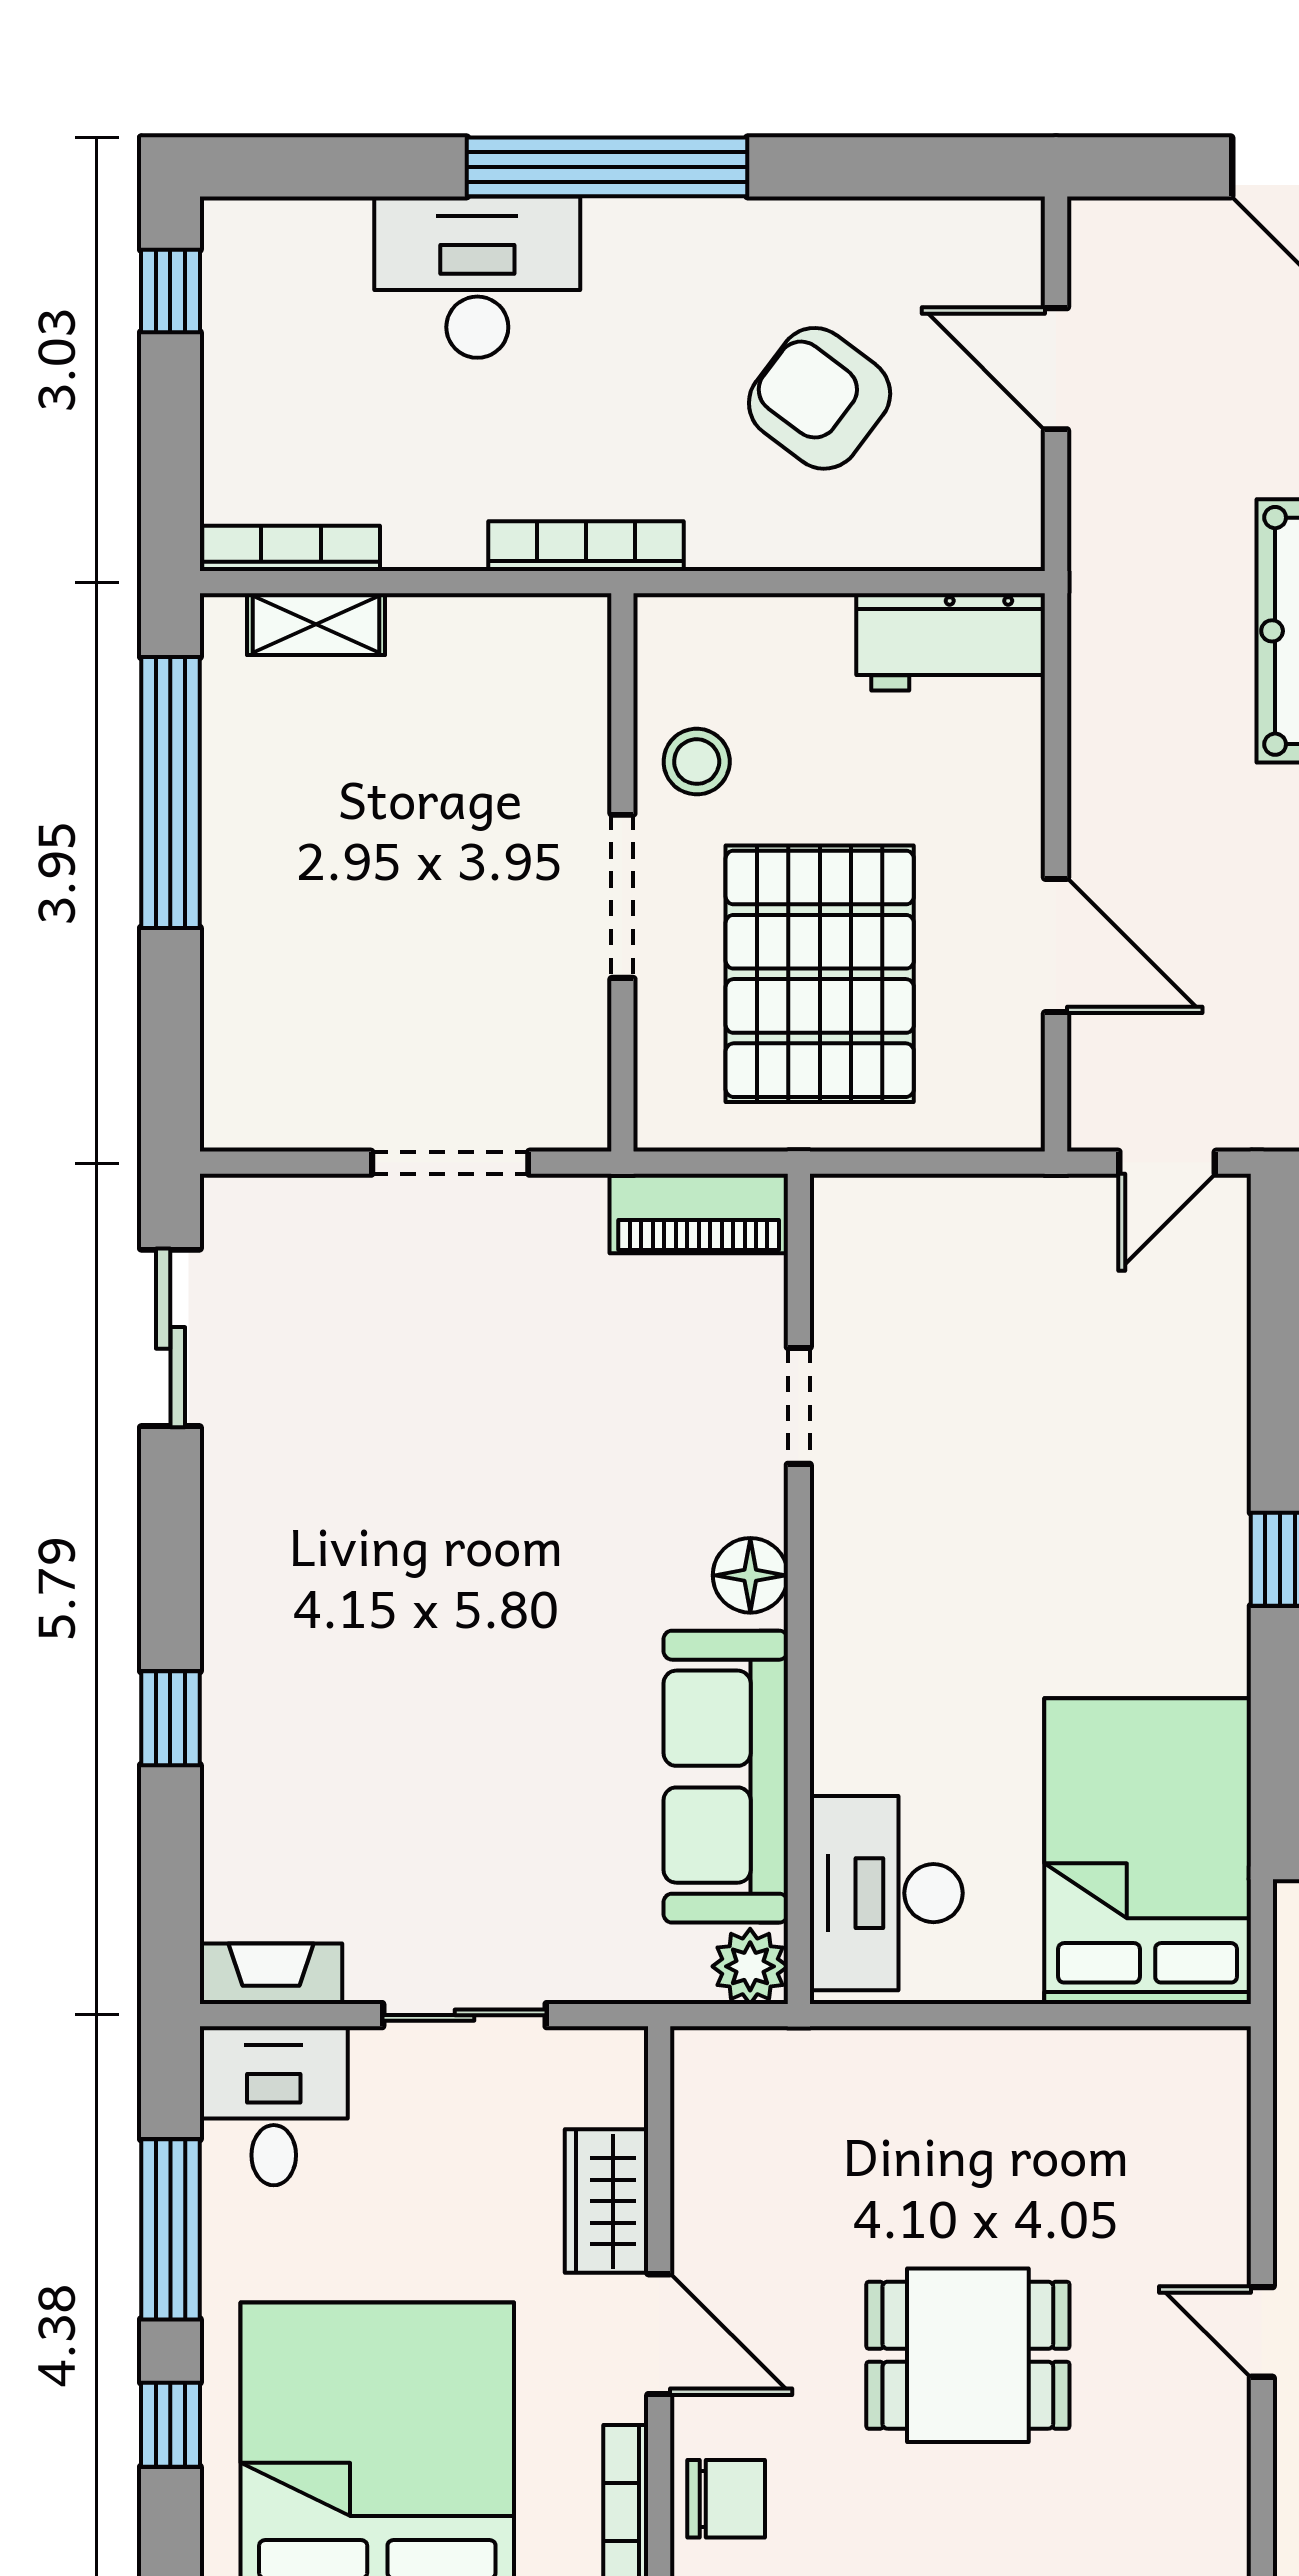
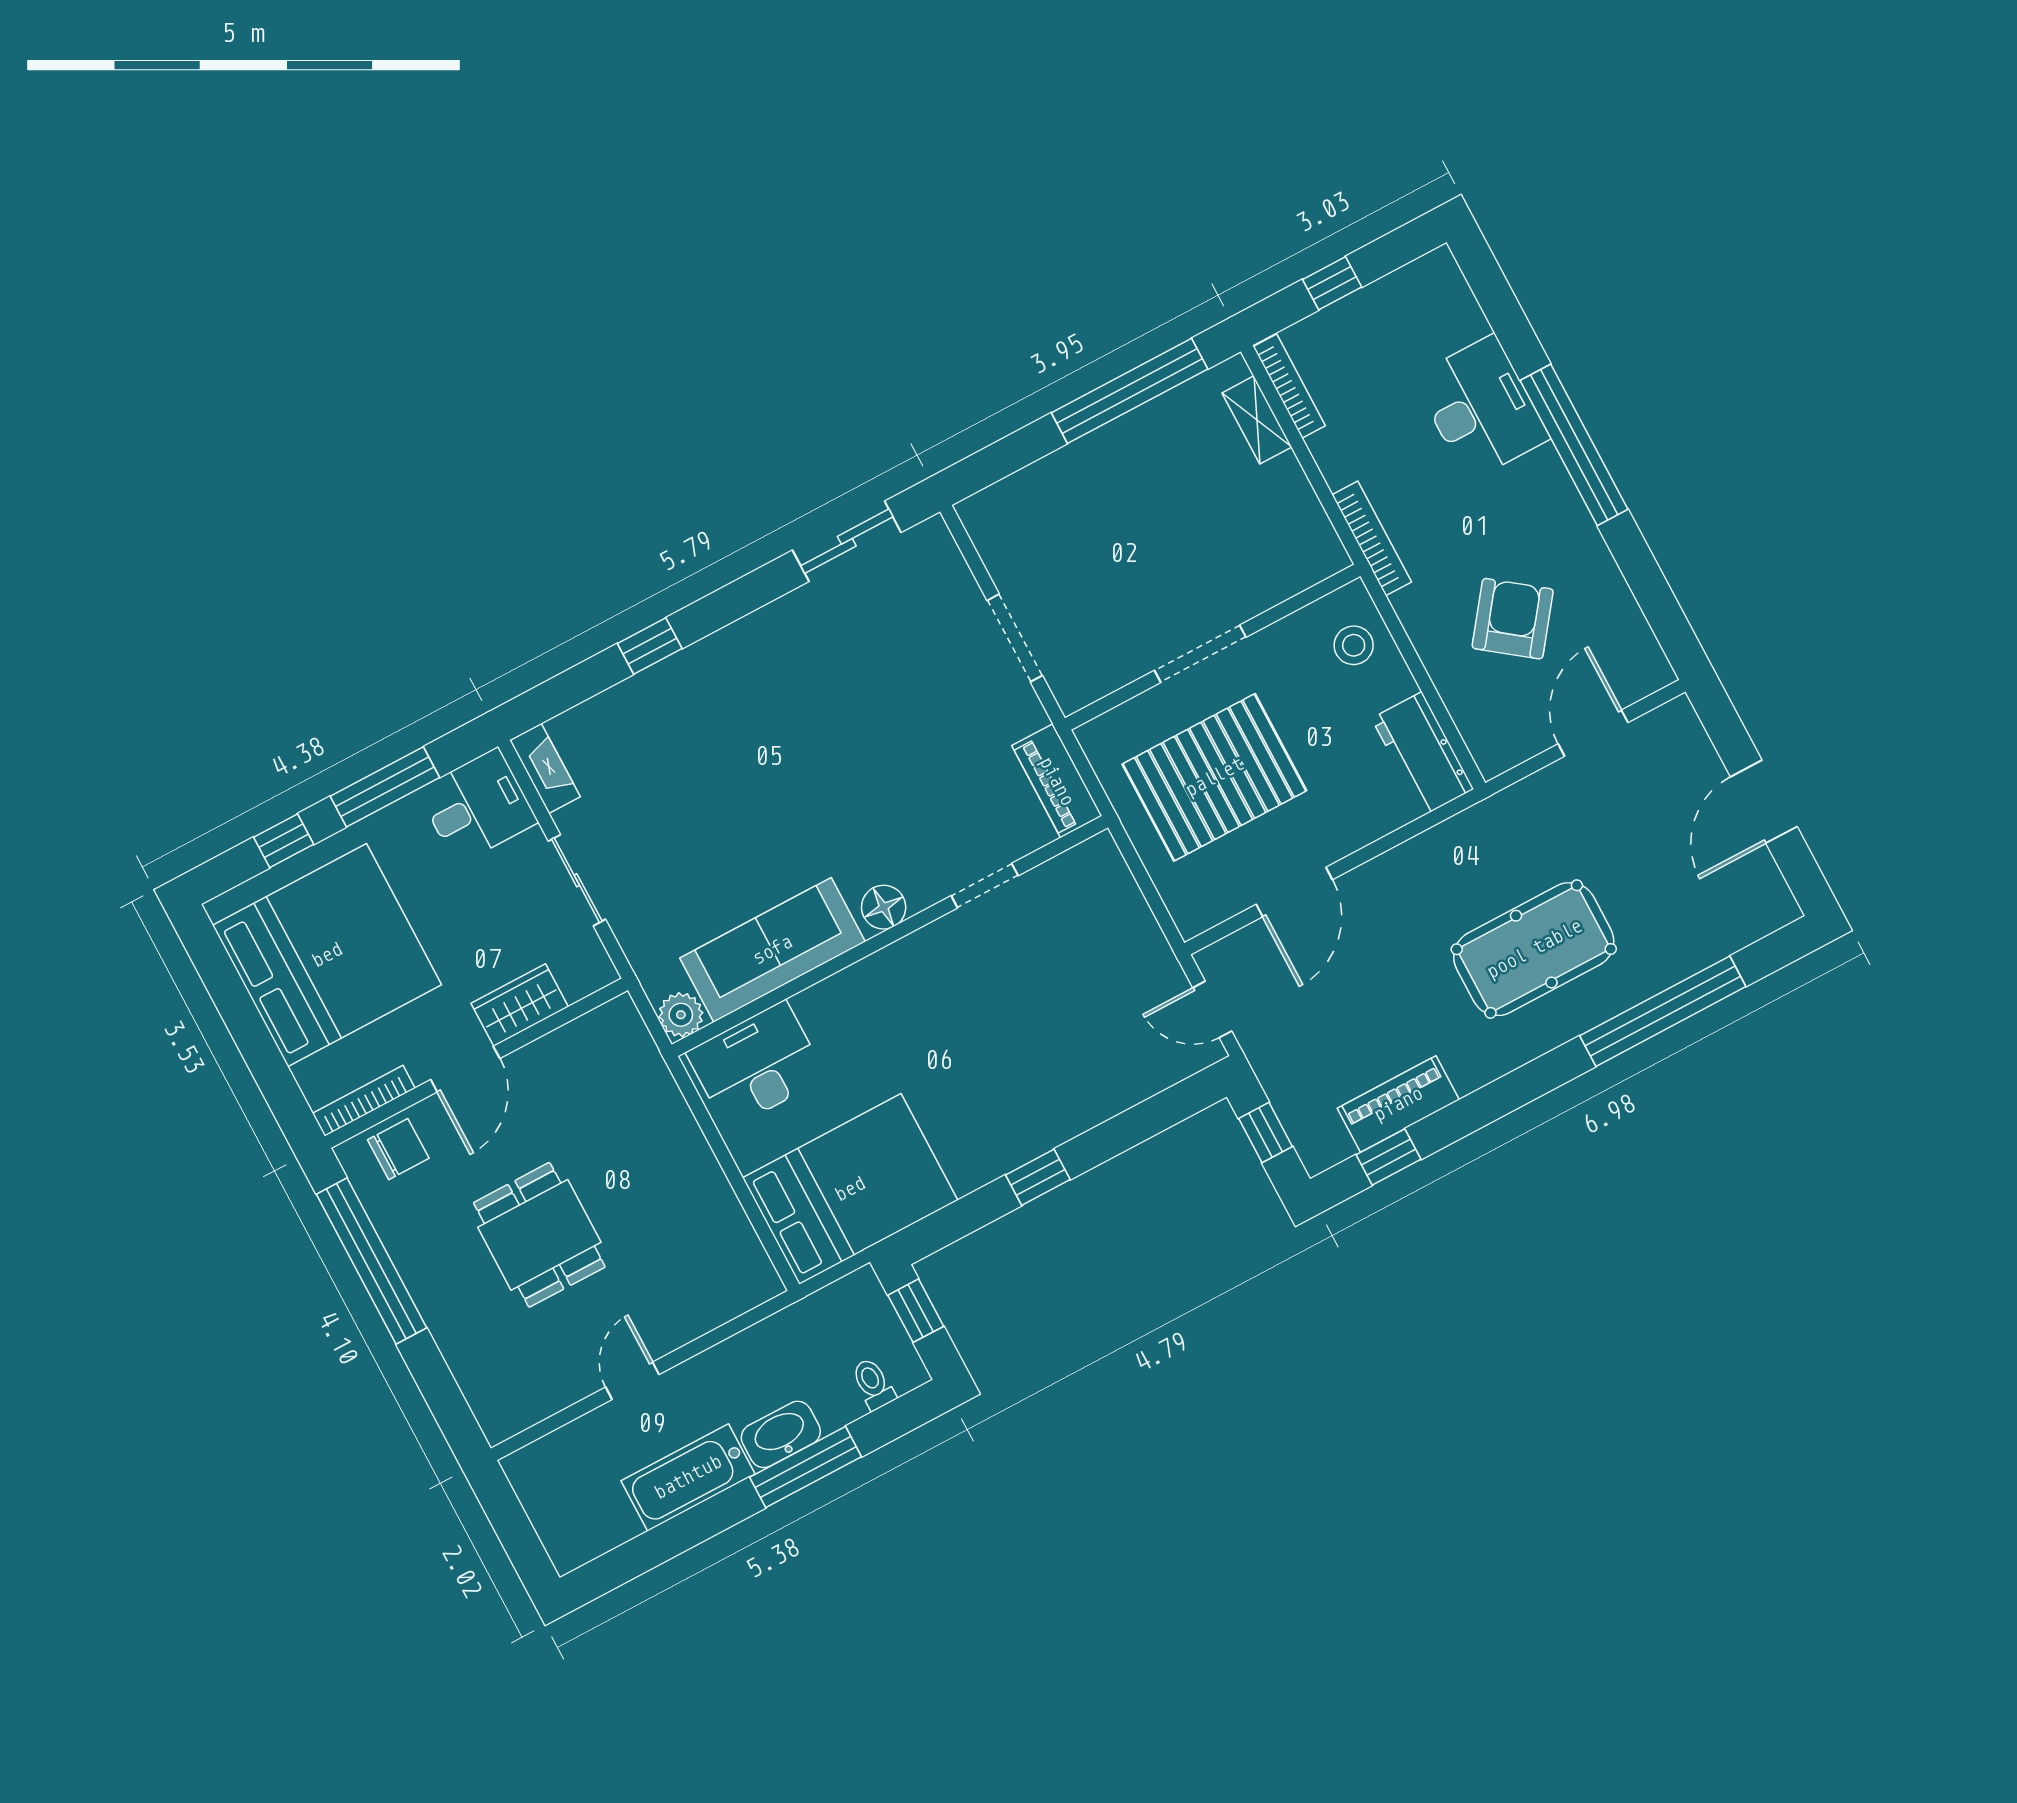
window: (170, 291) -> (1332, 283), moved
stool: (697, 762) -> (1354, 645), moved
chair: (726, 2499) -> (398, 1149), turned -90

